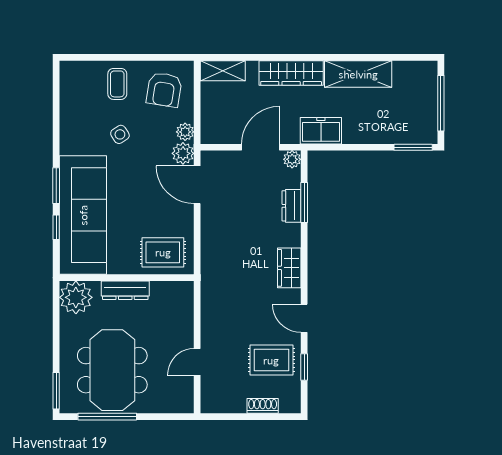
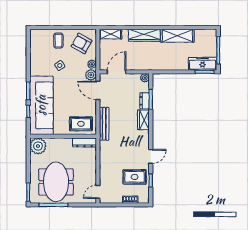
armchair: (164, 90) -> (82, 43), turned 110
freezer: (321, 131) -> (203, 64), moved, width x1.40
door: (260, 147) -> (117, 72), moved
bench: (210, 252) -> (104, 124), added
wardrobe: (289, 268) -> (143, 120), moved
dresser: (125, 290) -> (85, 142), moved
door: (304, 318) -> (151, 156), swing flipped
door: (197, 362) -> (98, 192), moved

